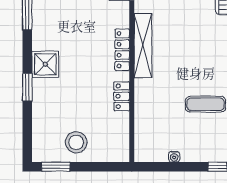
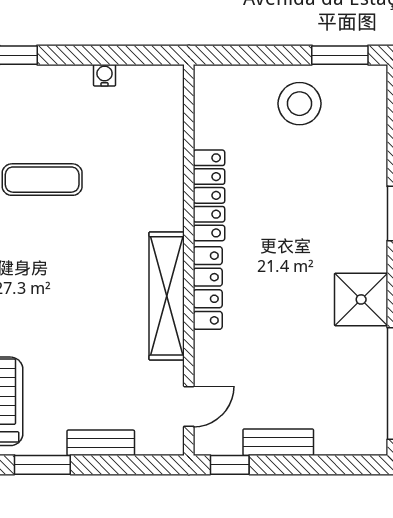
shower: (45, 64) -> (361, 299), moved
locker: (122, 96) -> (209, 195), width x1.53

